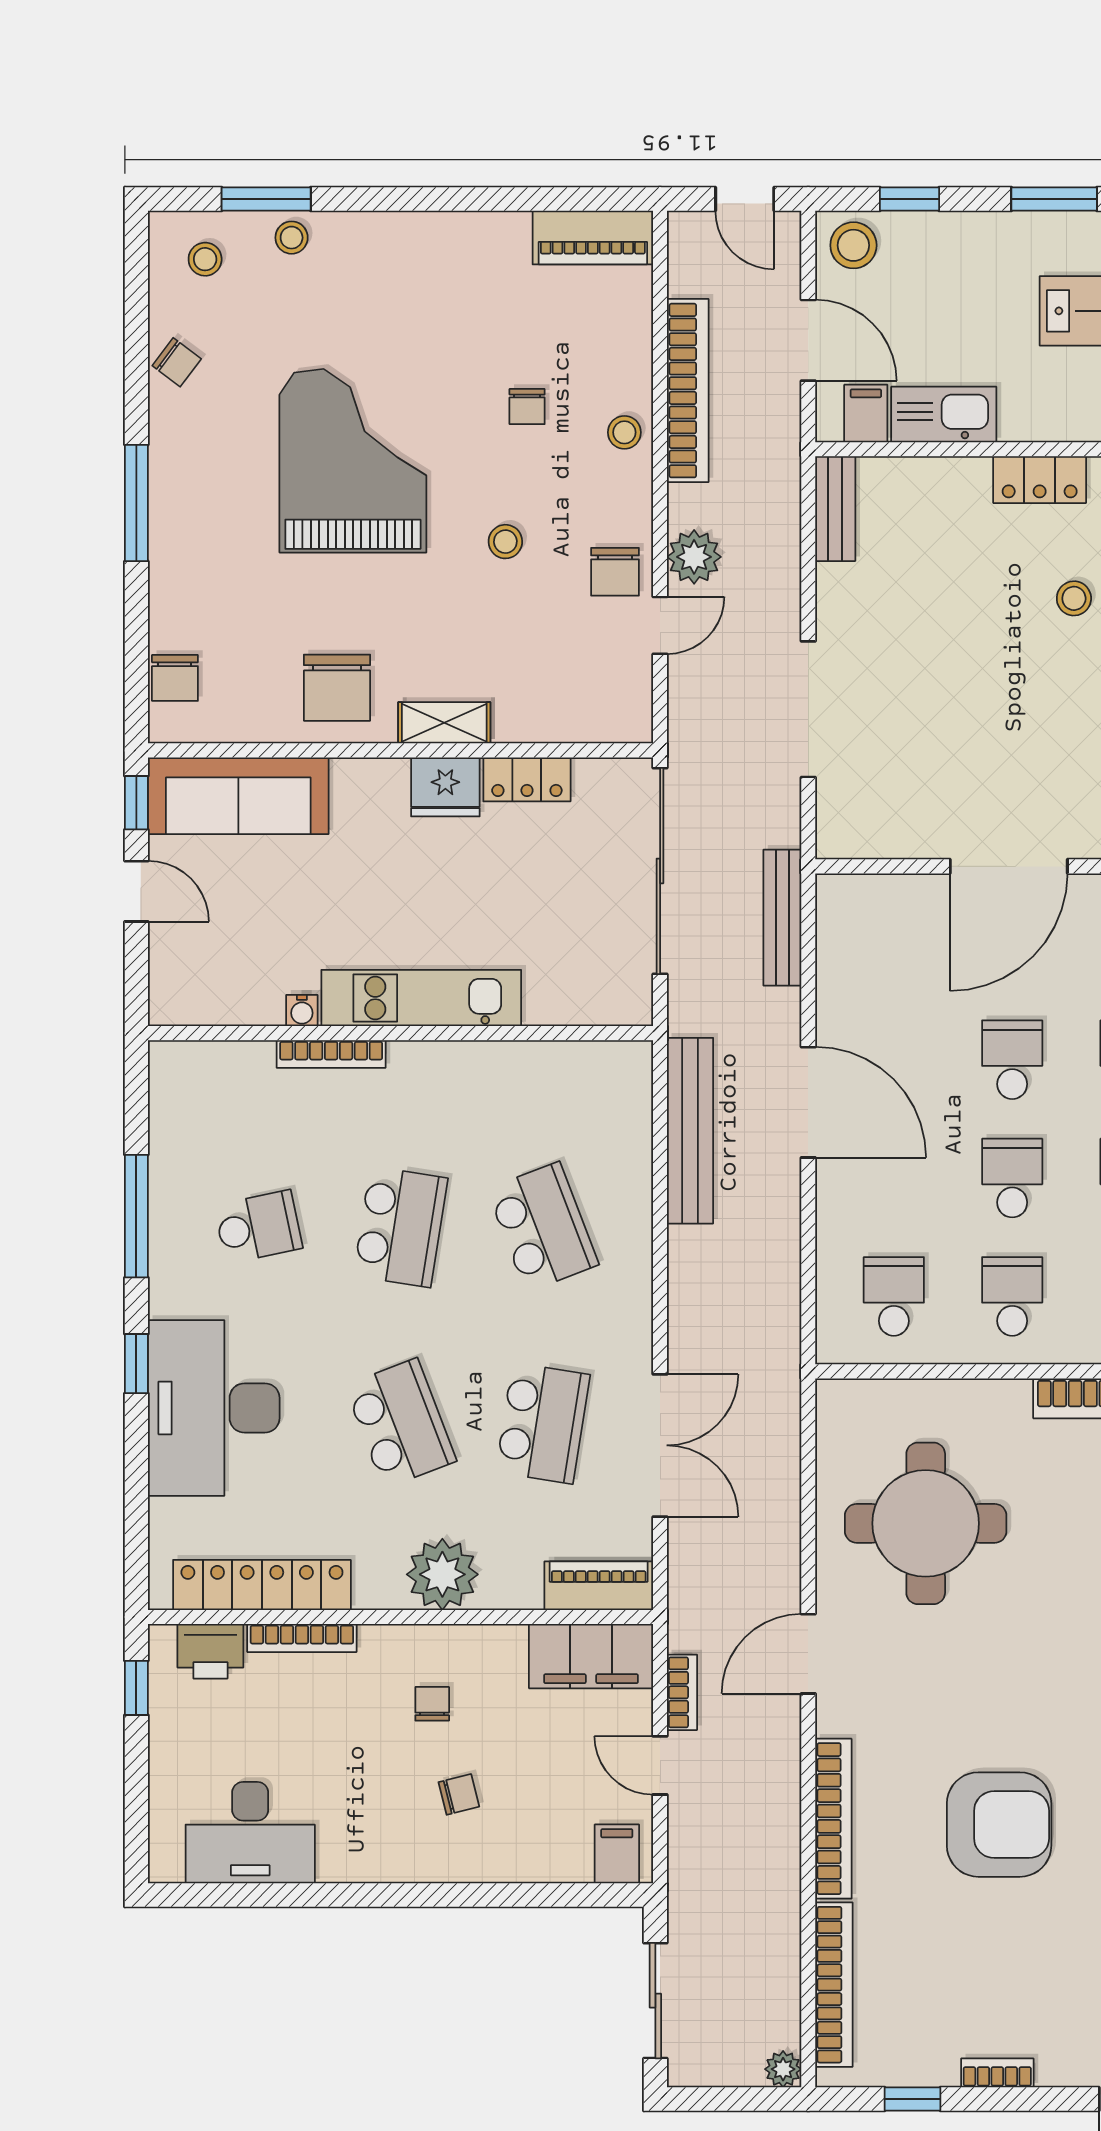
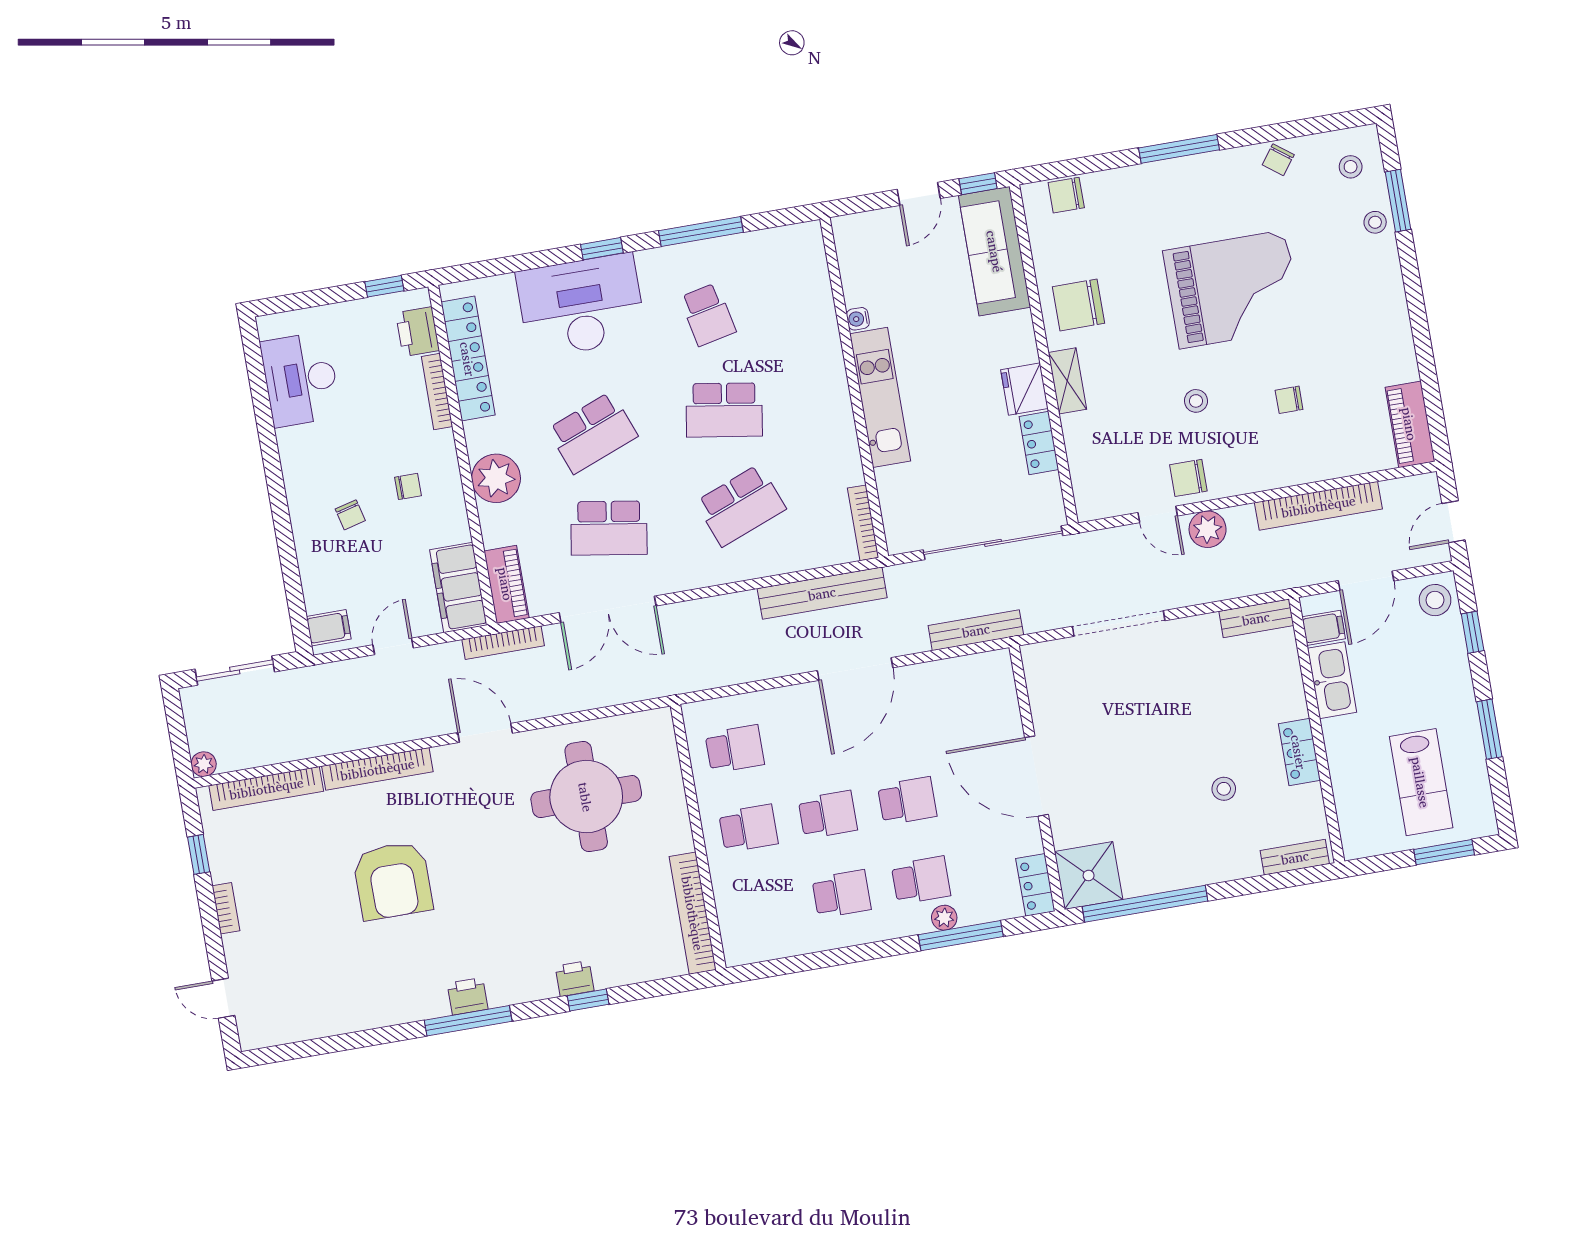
stool: (624, 432) -> (1283, 468), removed
bookcase: (331, 1054) -> (863, 523), moved
bookcase: (682, 1692) -> (503, 643), moved, width x1.56

